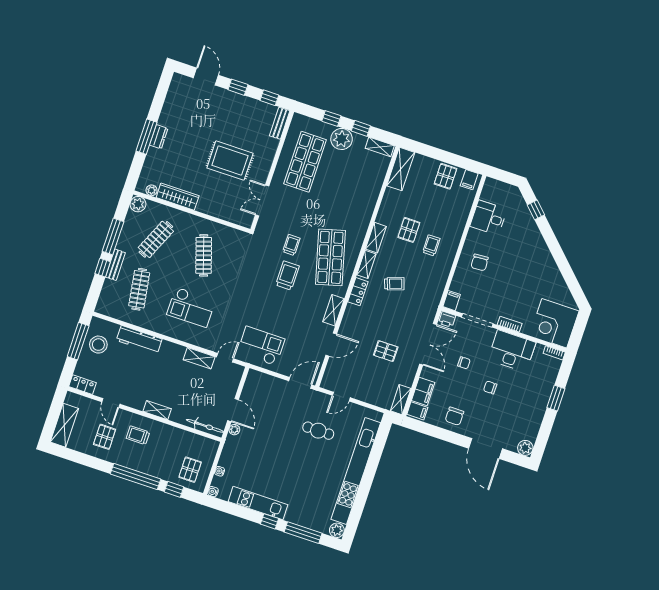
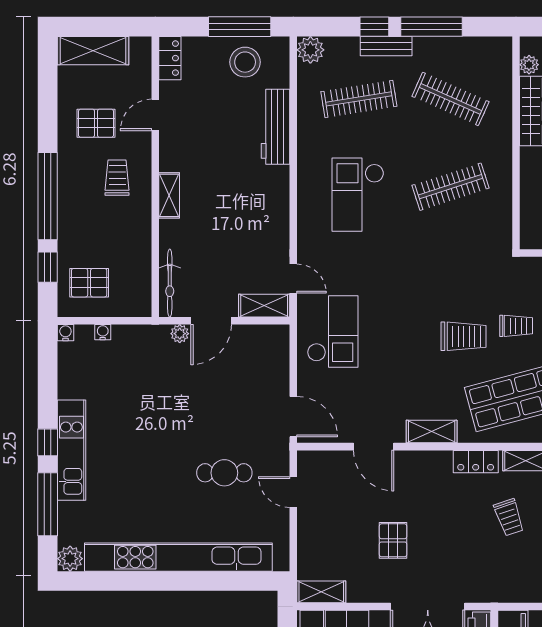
plant: (138, 204) -> (310, 50), moved
shelving: (199, 358) -> (264, 306), moved, turned 90
cafe table: (318, 431) -> (224, 473), turned 90
kitchen unit: (258, 503) -> (71, 450), moved

